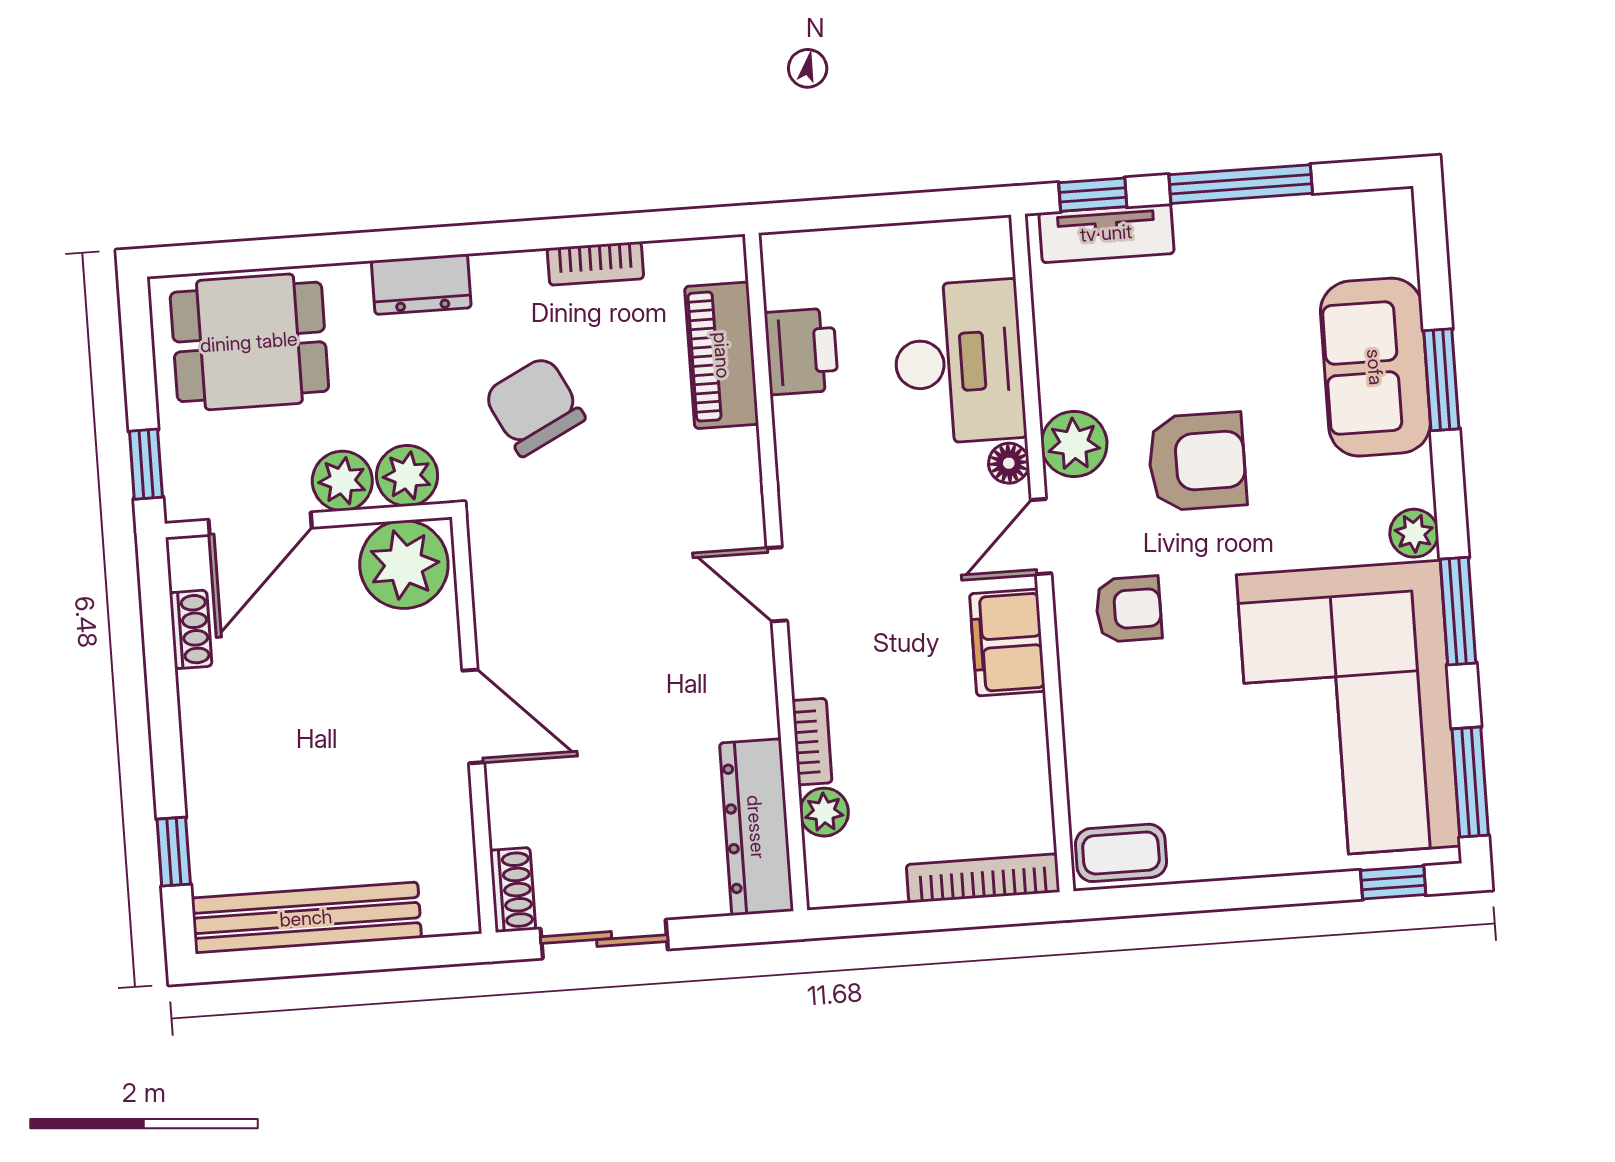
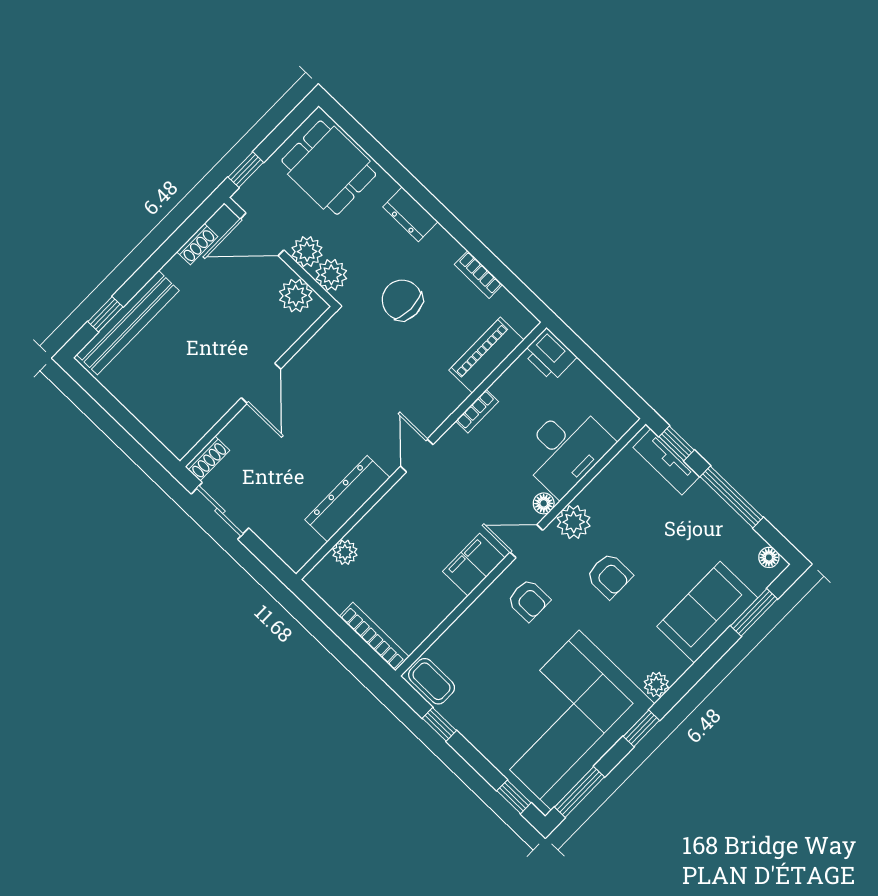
floor lamp: (1376, 208) -> (769, 557), added
printer: (801, 351) -> (550, 355), moved, turned 90
window: (1441, 380) -> (754, 612), moved
chair: (534, 406) -> (402, 300), turned -63
armchair: (1197, 461) -> (609, 576), width x0.72, depth x0.72
plant: (404, 564) -> (296, 296), width x0.73, depth x0.73
window: (1458, 611) -> (641, 728), width x0.67
bookcase: (812, 742) -> (477, 411), moved
dresser: (756, 827) -> (347, 499), moved
window: (1193, 897) -> (439, 724), added
bench: (306, 918) -> (128, 323), moved, turned 90

